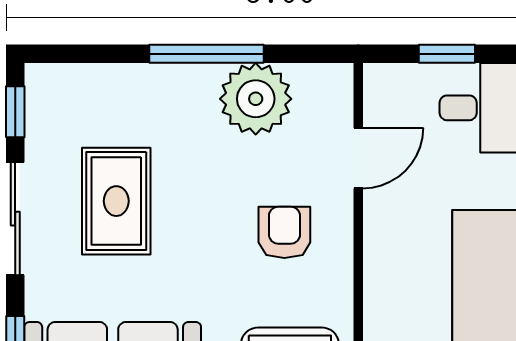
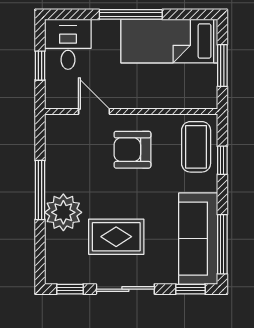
plant: (256, 99) -> (63, 212), moved
armchair: (284, 232) -> (132, 150), width x1.38, depth x1.38

